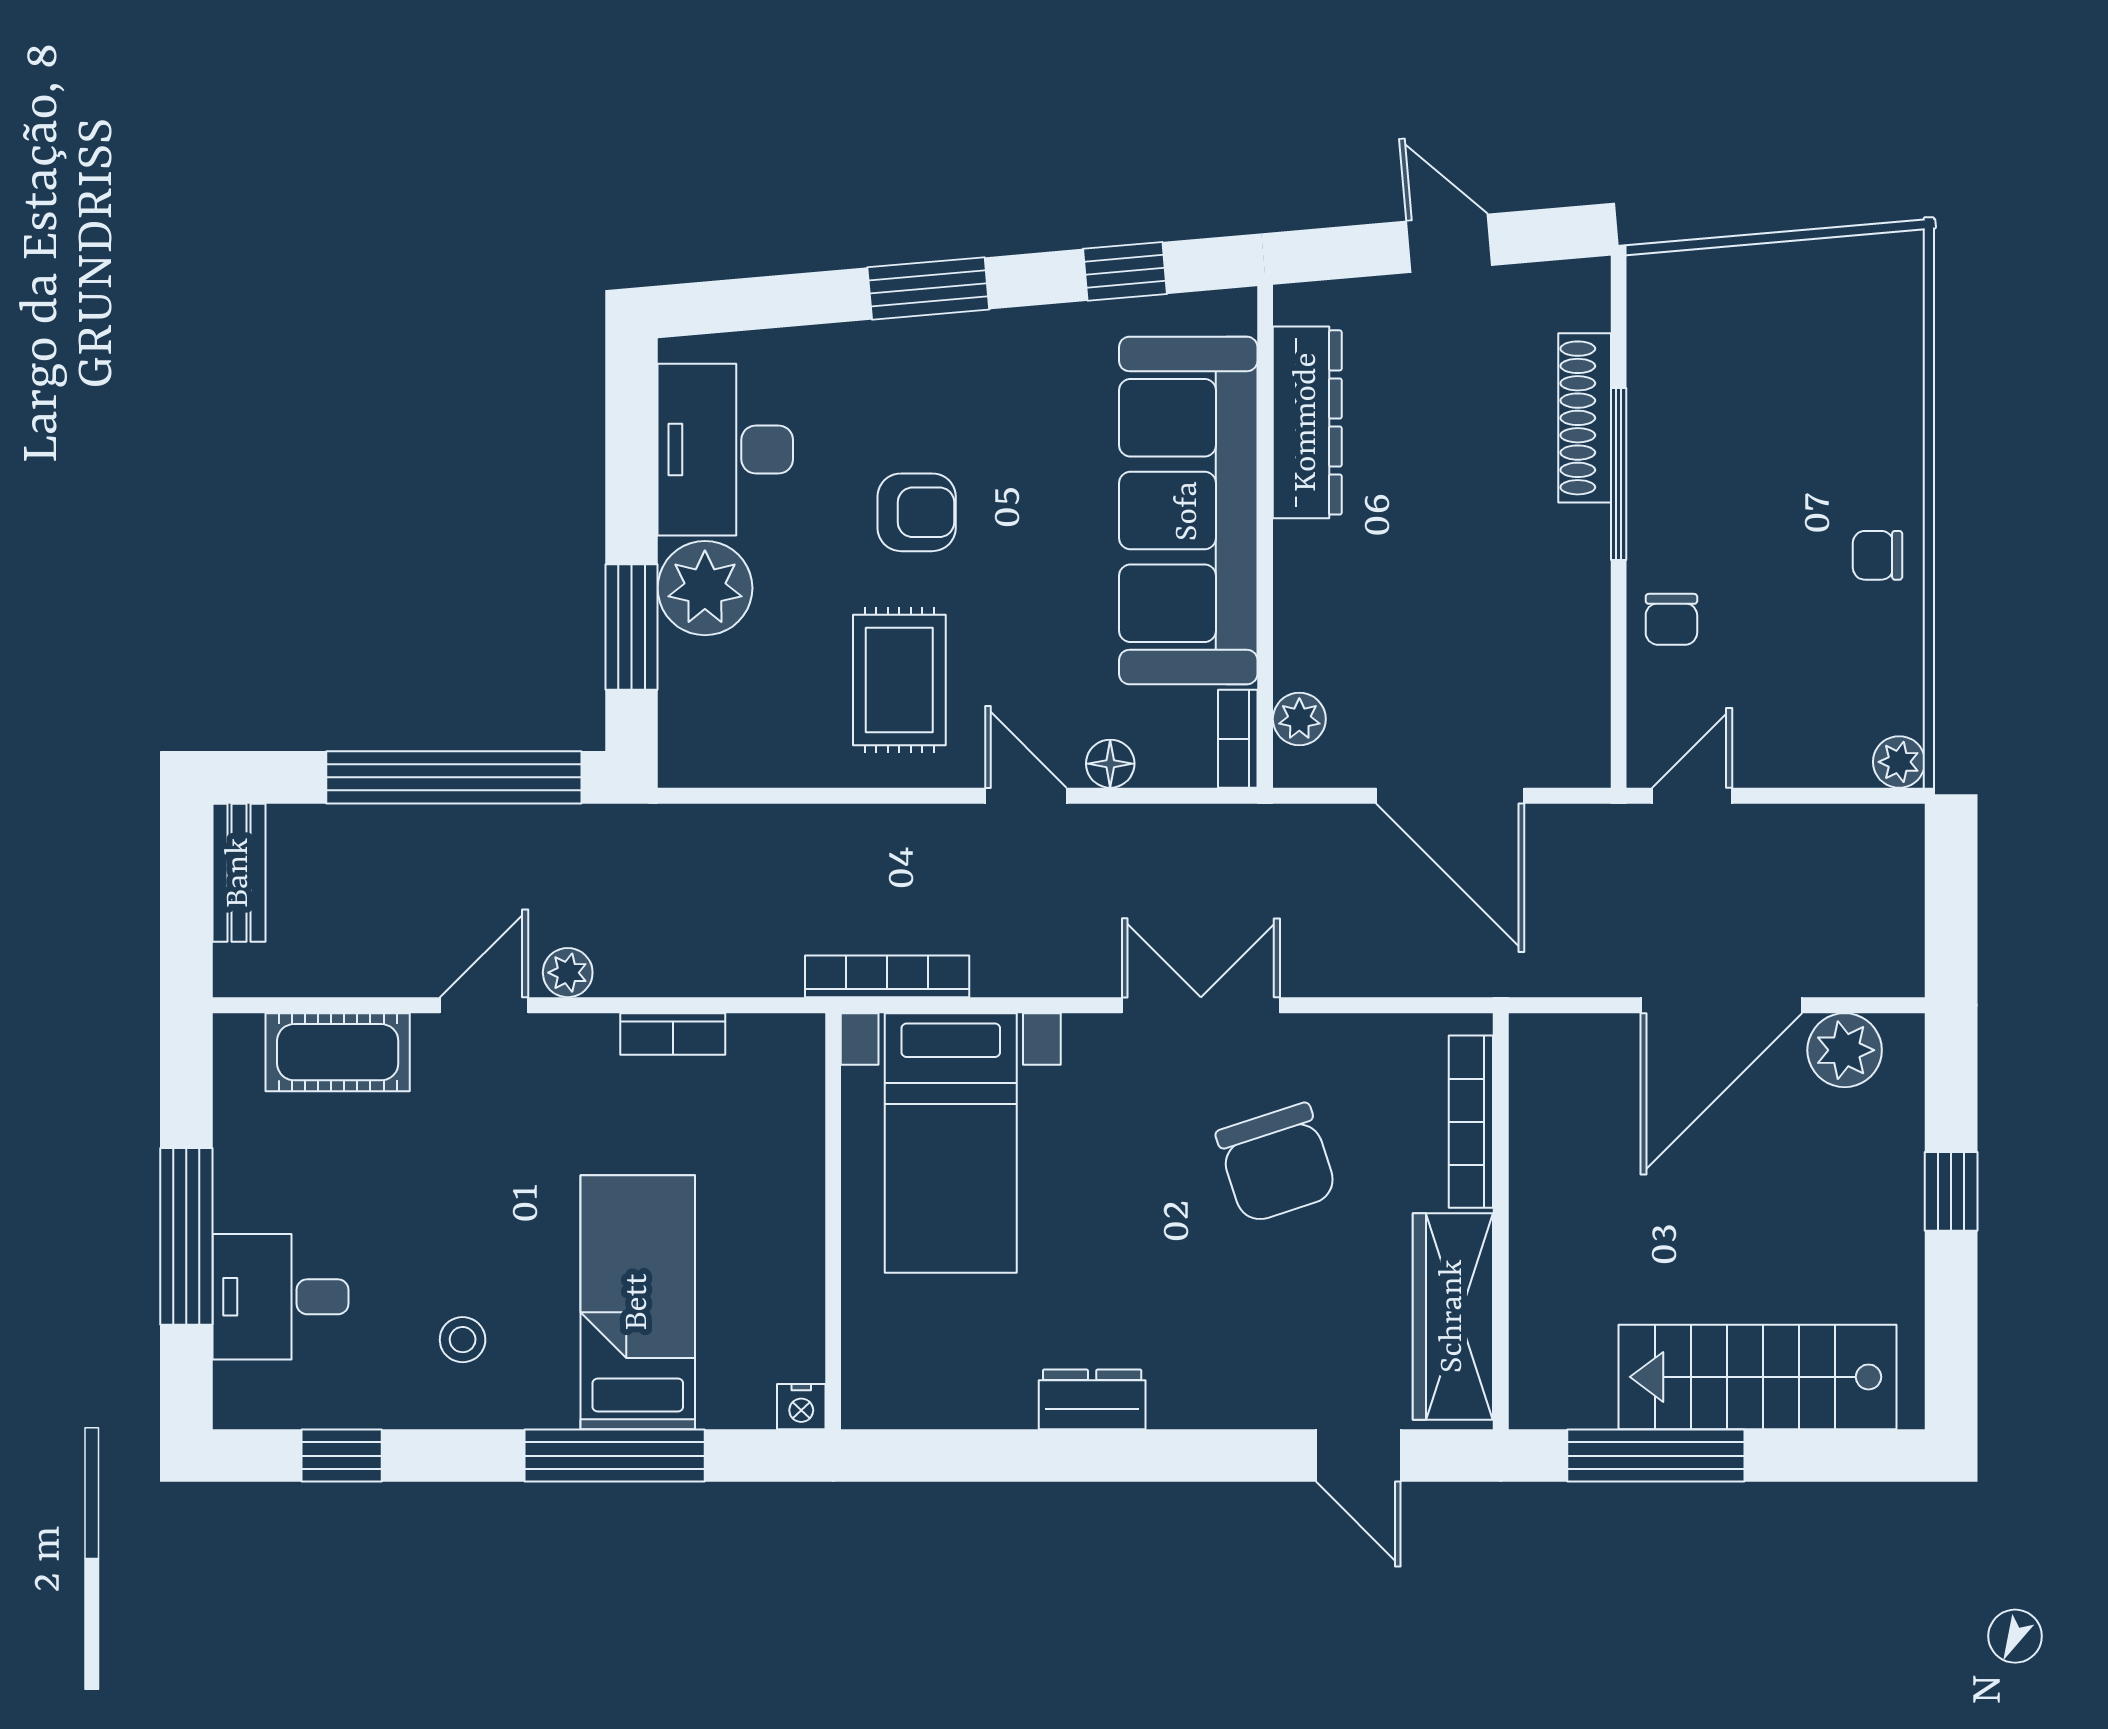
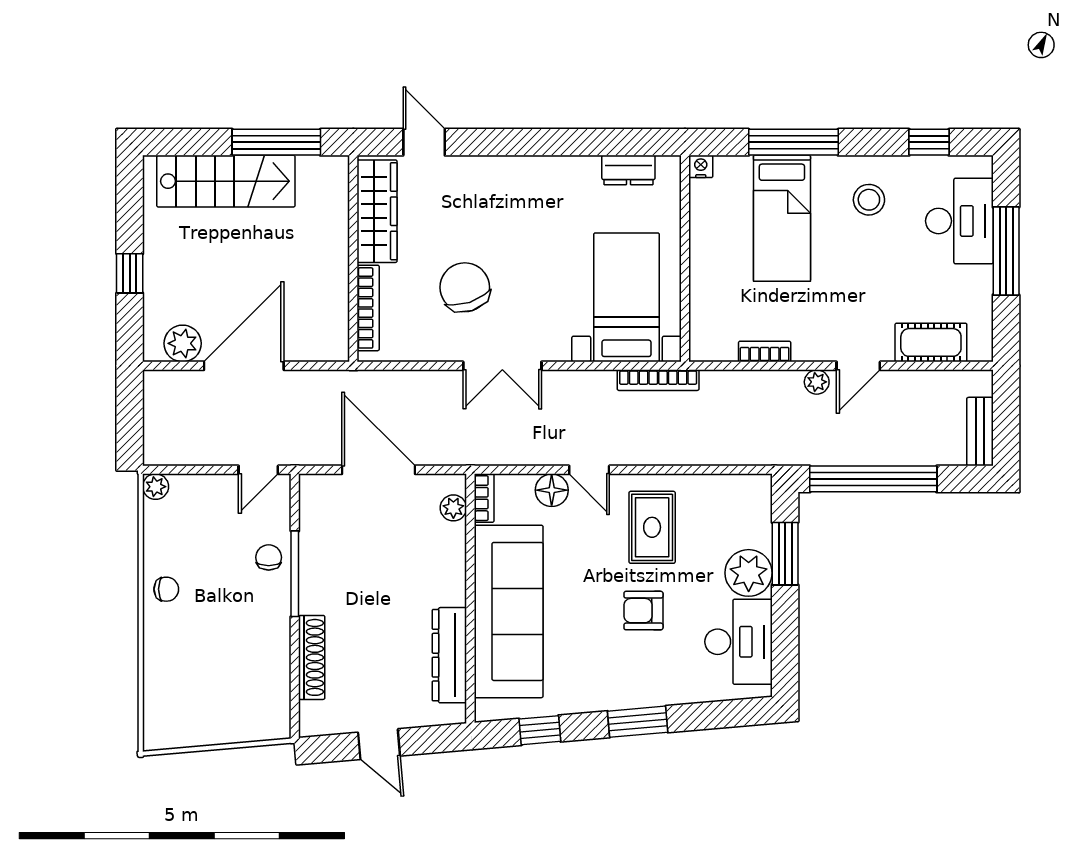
window: (1619, 474) -> (295, 574), moved
floor lamp: (1110, 764) -> (552, 490), width x1.37, depth x1.37
desk: (280, 1297) -> (959, 221), width x1.37
stool: (463, 1340) -> (869, 200), width x1.37, depth x1.37
dresser: (1092, 1399) -> (628, 170), moved

